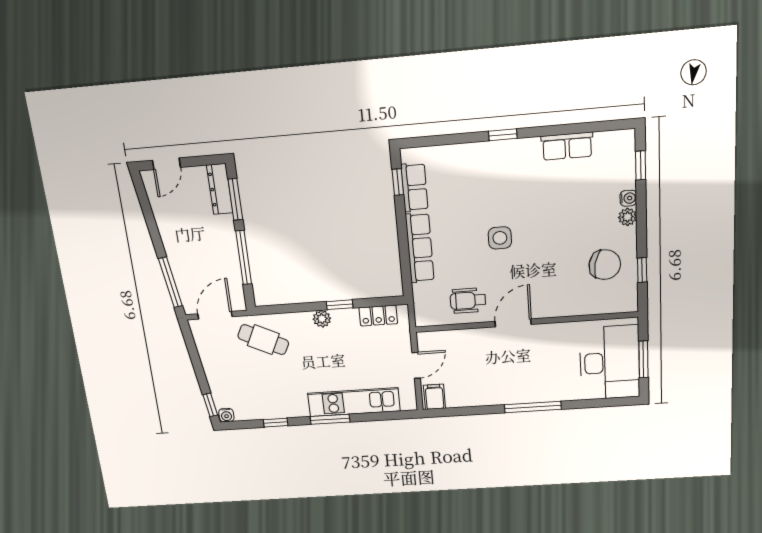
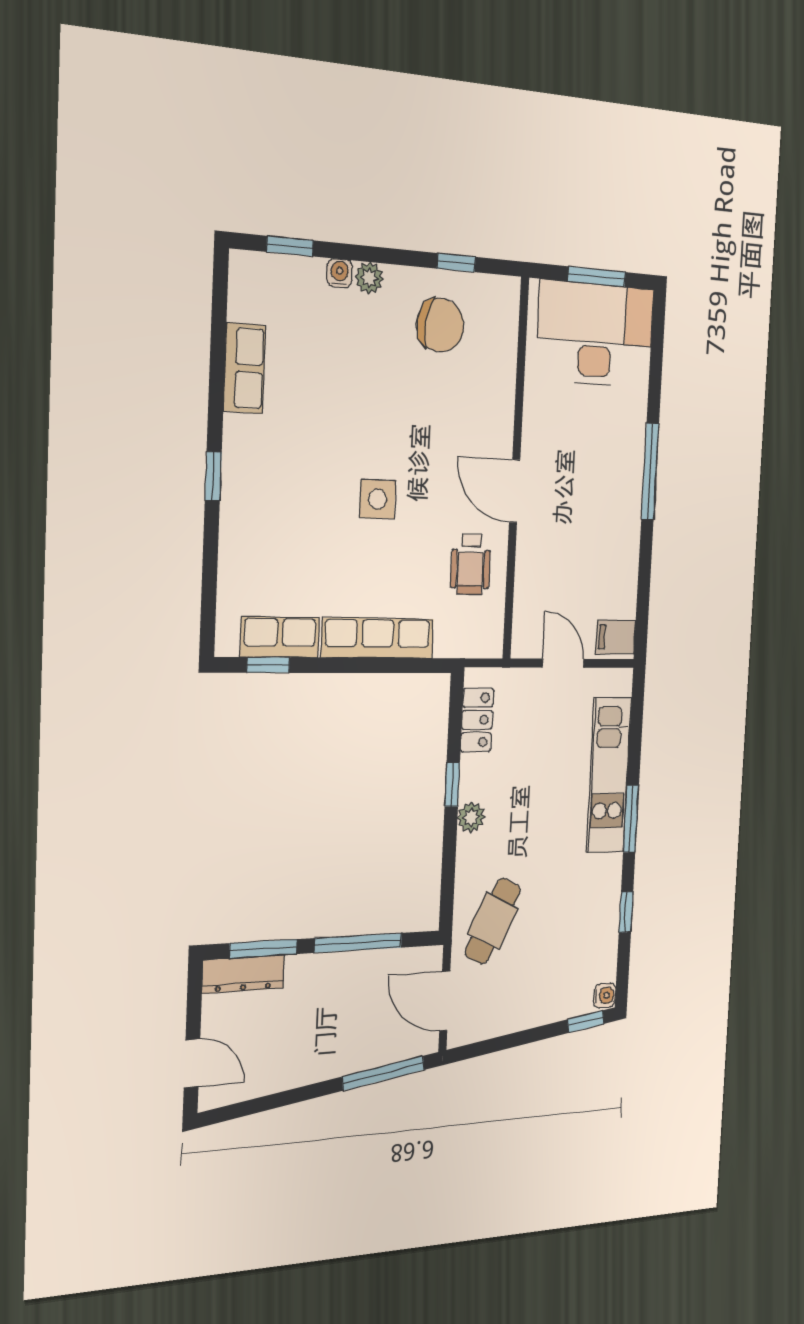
chair: (605, 265) -> (440, 325), turned 87

